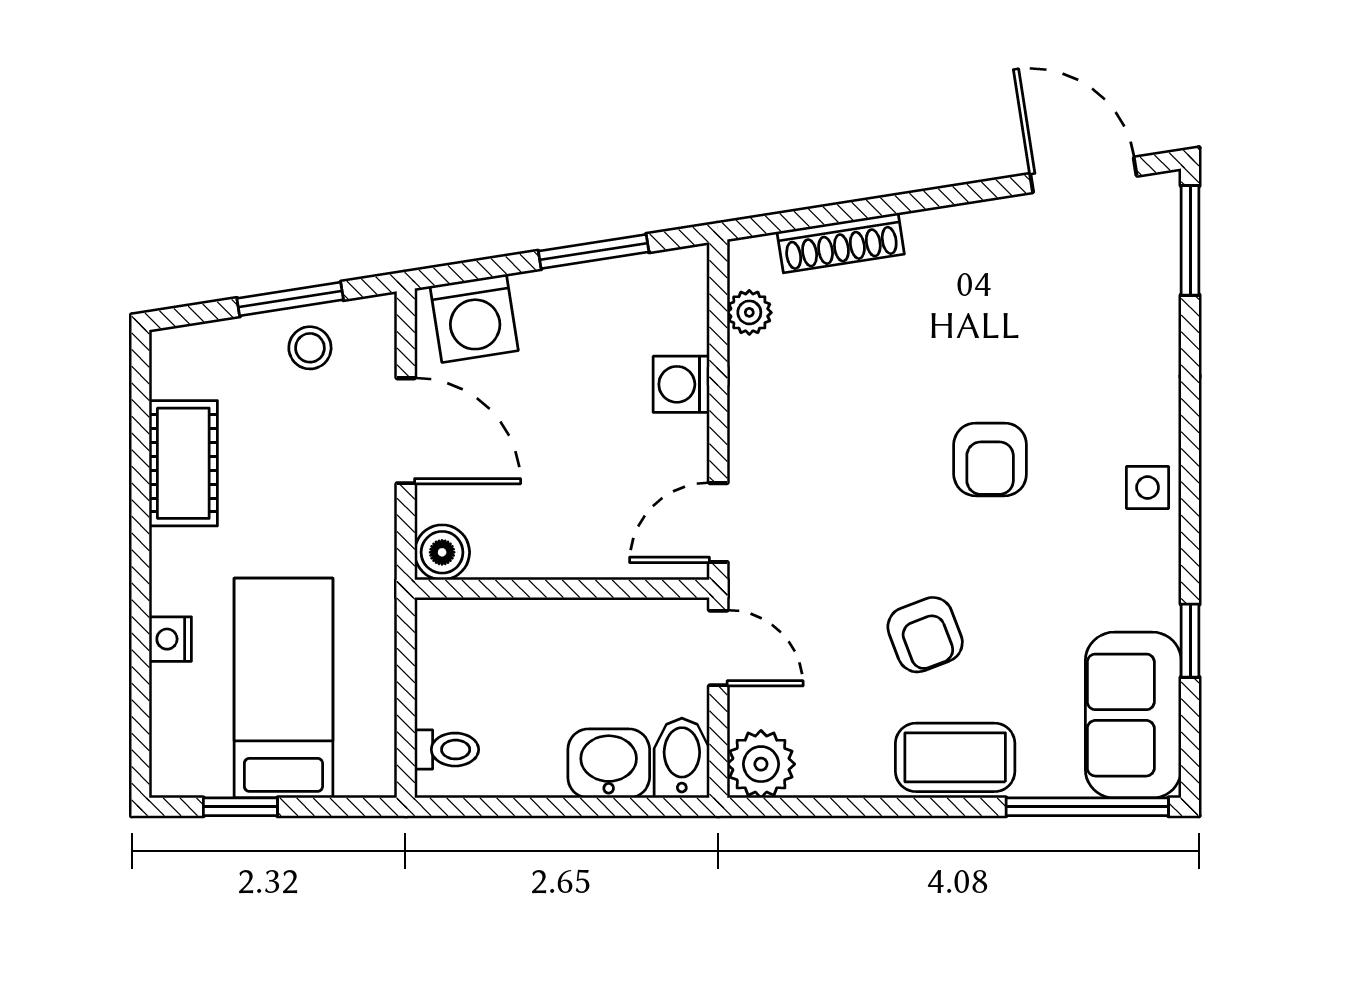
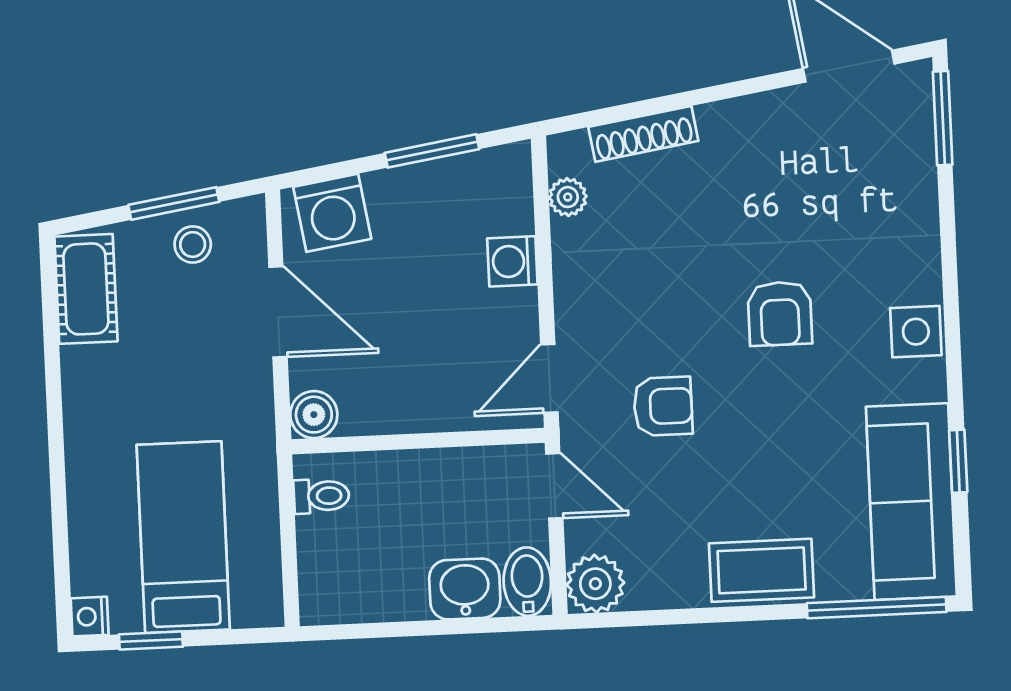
cot: (183, 463) -> (86, 289), moved
side table: (1148, 487) -> (916, 332), width x1.37, depth x1.37
armchair: (925, 635) -> (663, 406), moved, turned -69
nightstand: (170, 639) -> (90, 617), moved
sofa: (1133, 715) -> (911, 502), width x1.36
toilet: (447, 750) -> (321, 496), moved

